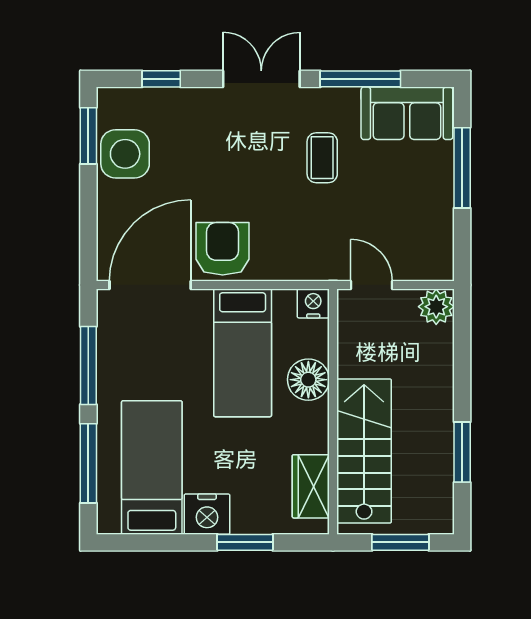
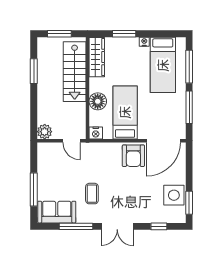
wardrobe: (311, 486) -> (97, 57), width x1.50
nightstand: (207, 514) -> (144, 42), width x0.53, depth x0.56

